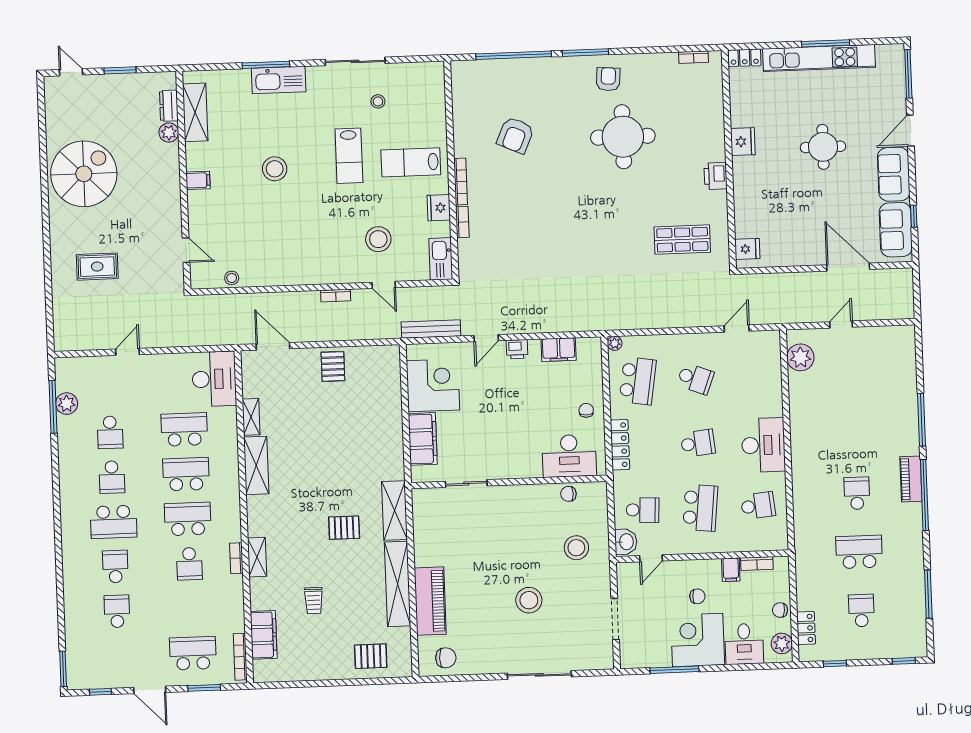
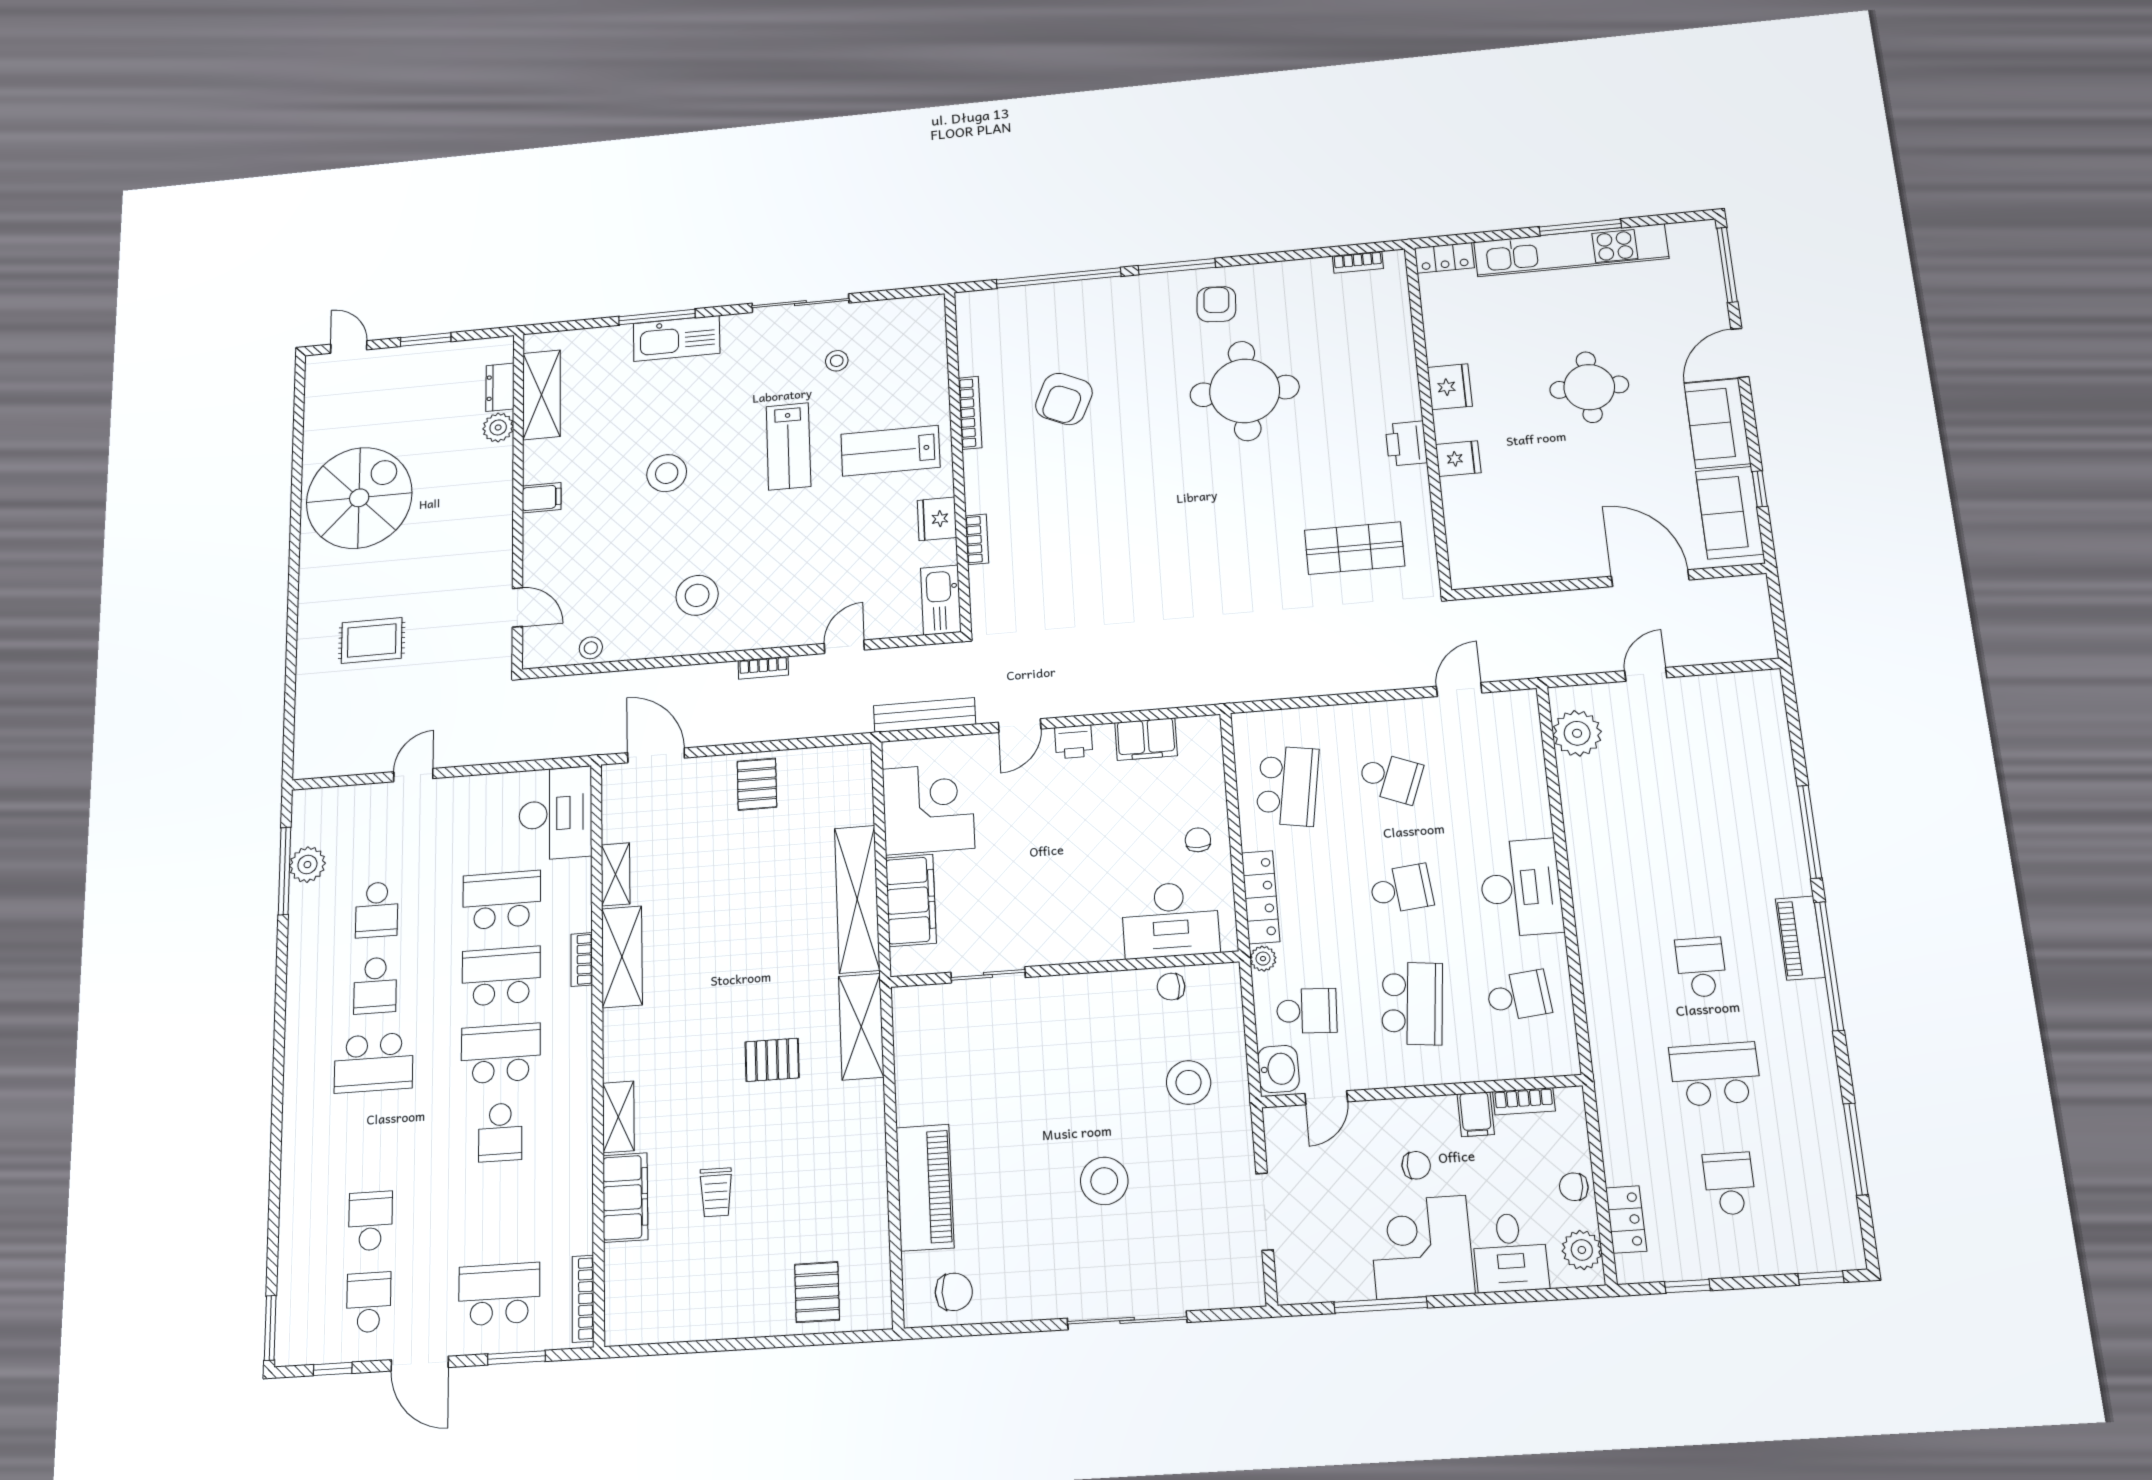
bookcase: (461, 182) -> (970, 413), moved
stool: (378, 239) -> (697, 595), moved
fridge: (747, 249) -> (1458, 459), moved
door: (384, 285) -> (844, 647), swing flipped
plant: (615, 343) -> (1263, 959), moved
bookcase: (236, 558) -> (582, 959), moved
school desk: (115, 567) -> (369, 1302), moved
shelving: (398, 584) -> (857, 899), moved
filing cabinet: (264, 635) -> (625, 1198), moved
pallet: (371, 656) -> (817, 1292), turned 90

